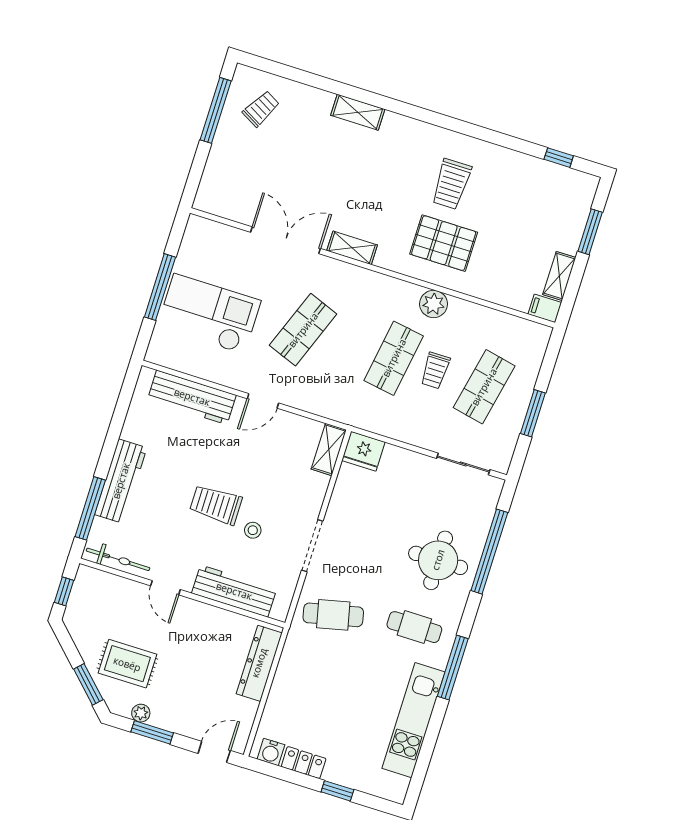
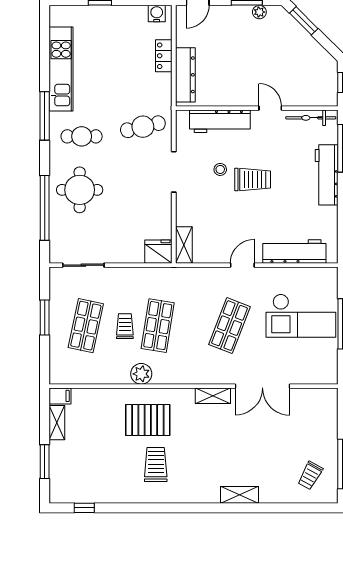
rug: (127, 664) -> (280, 45), removed
locker: (304, 763) -> (164, 56), moved, turned 90

